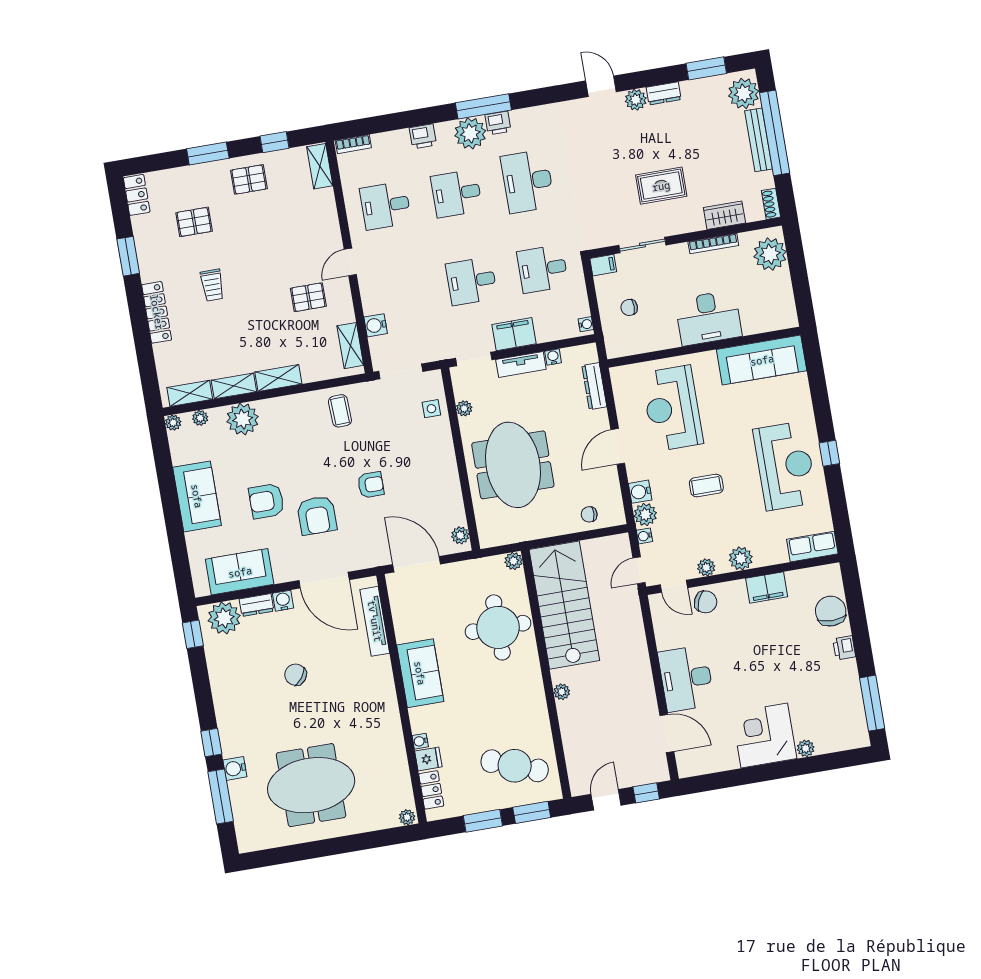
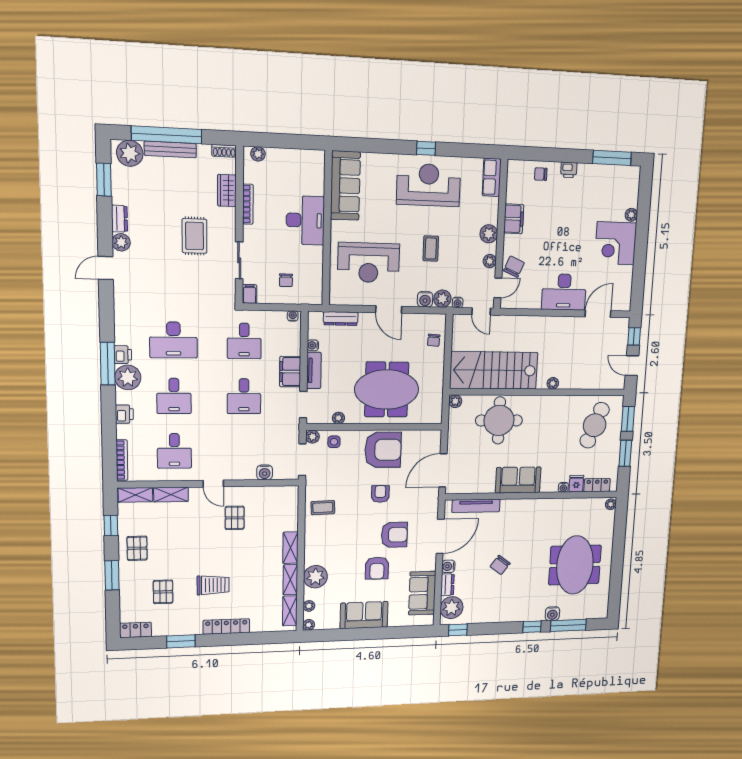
bookcase: (353, 144) -> (122, 460), width x1.56
plant: (770, 254) -> (258, 154), width x0.53, depth x0.53
trolley: (212, 285) -> (213, 585), width x1.36, depth x1.39
shelving: (350, 346) -> (171, 495), moved
armchair: (431, 476) -> (383, 450), added
plant: (460, 535) -> (313, 437), moved
chair: (831, 611) -> (541, 174), width x0.54, depth x0.54

